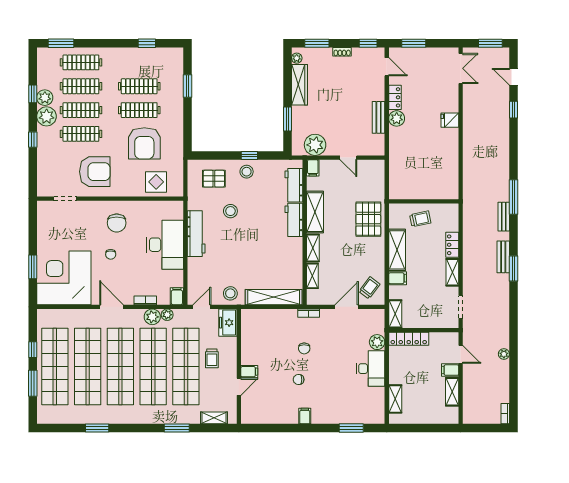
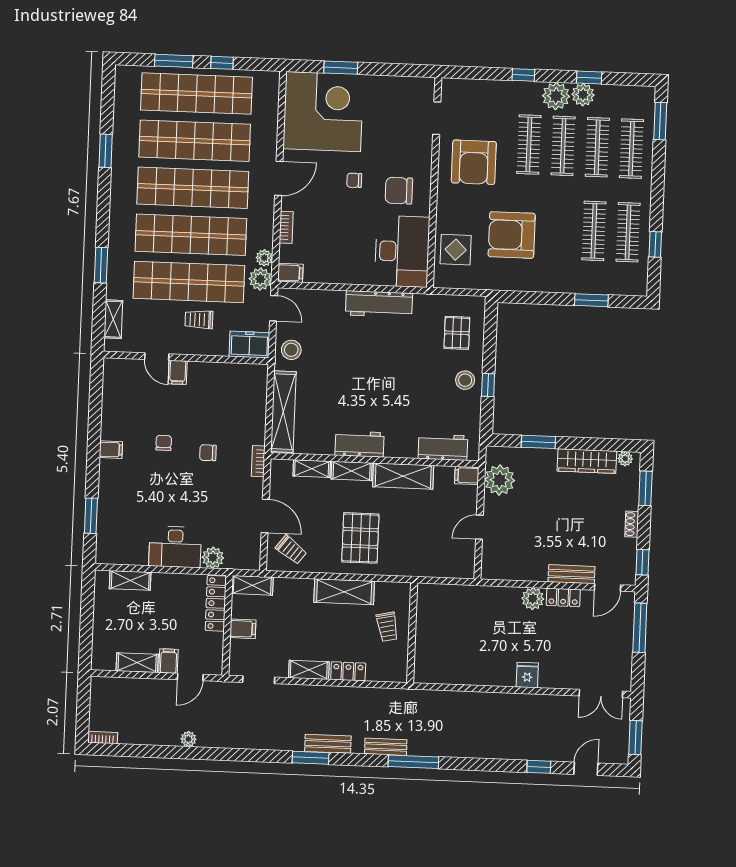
window: (414, 43) -> (640, 628), width x1.44
clothes rail: (139, 110) -> (628, 232), moved
bench: (379, 117) -> (571, 574), moved
stool: (230, 211) -> (409, 355), removed
pallet: (368, 219) -> (360, 538), moved, turned 90
workbench: (294, 220) -> (359, 444), moved
desk: (165, 245) -> (402, 251), moved, turned -90
filing cabinet: (398, 278) -> (243, 629), moved, turned -90
plant: (152, 317) -> (260, 279), moved

